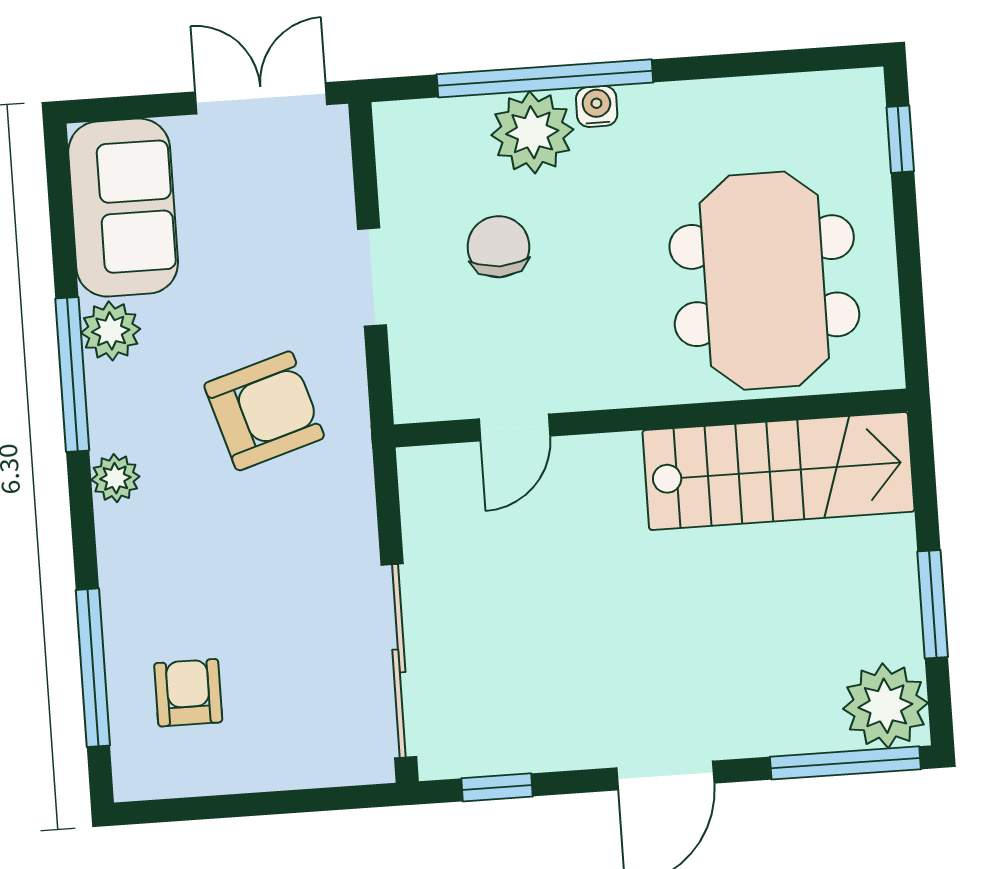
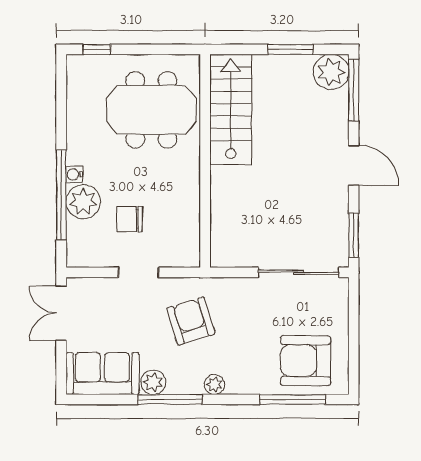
door: (514, 428) -> (205, 218), removed
armchair: (188, 693) -> (305, 361), width x1.88, depth x1.88
window: (497, 787) -> (354, 235), width x1.50

